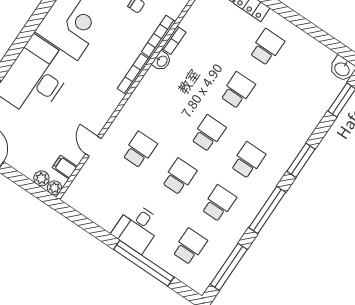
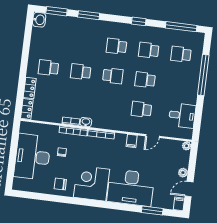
school desk: (208, 133) -> (113, 76), turned 180
window: (301, 160) -> (89, 15), moved
filing cabinet: (65, 167) -> (132, 141), moved
plant: (41, 178) -> (183, 173), moved
window: (267, 210) -> (139, 21), width x0.46
desk: (137, 228) -> (182, 116), moved

